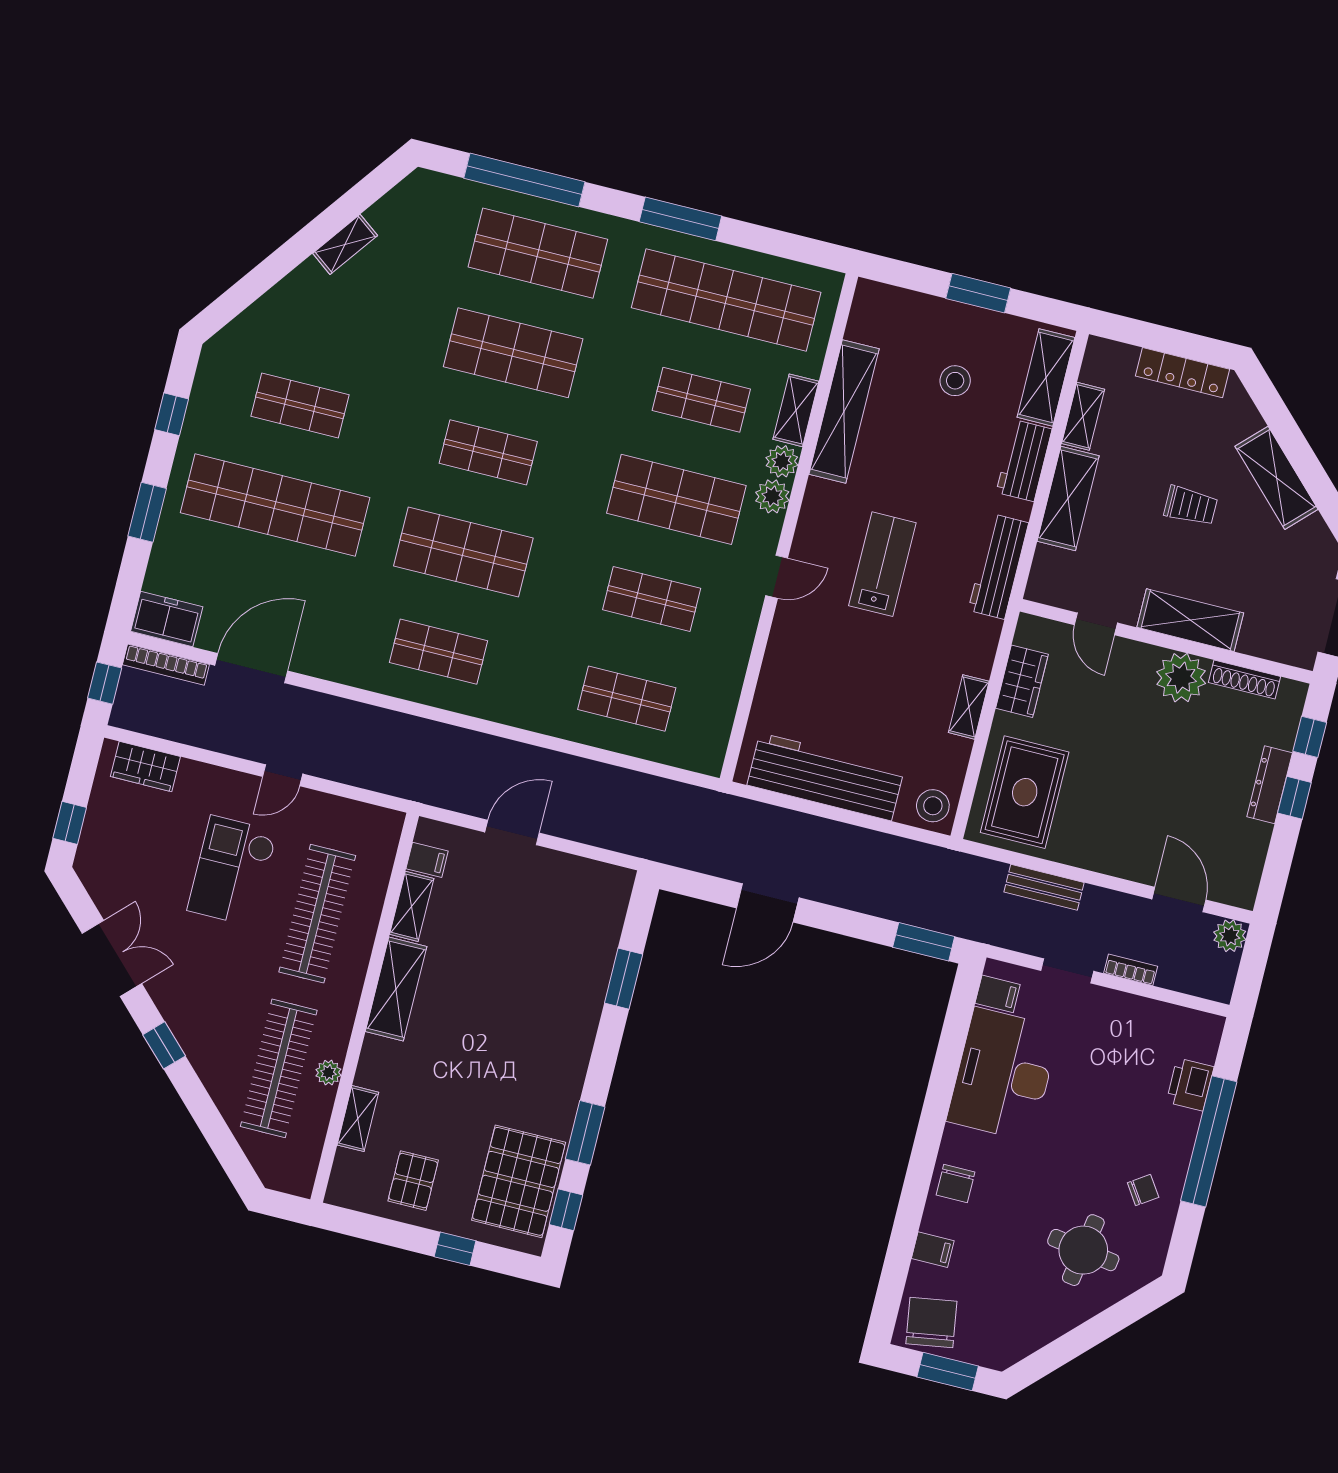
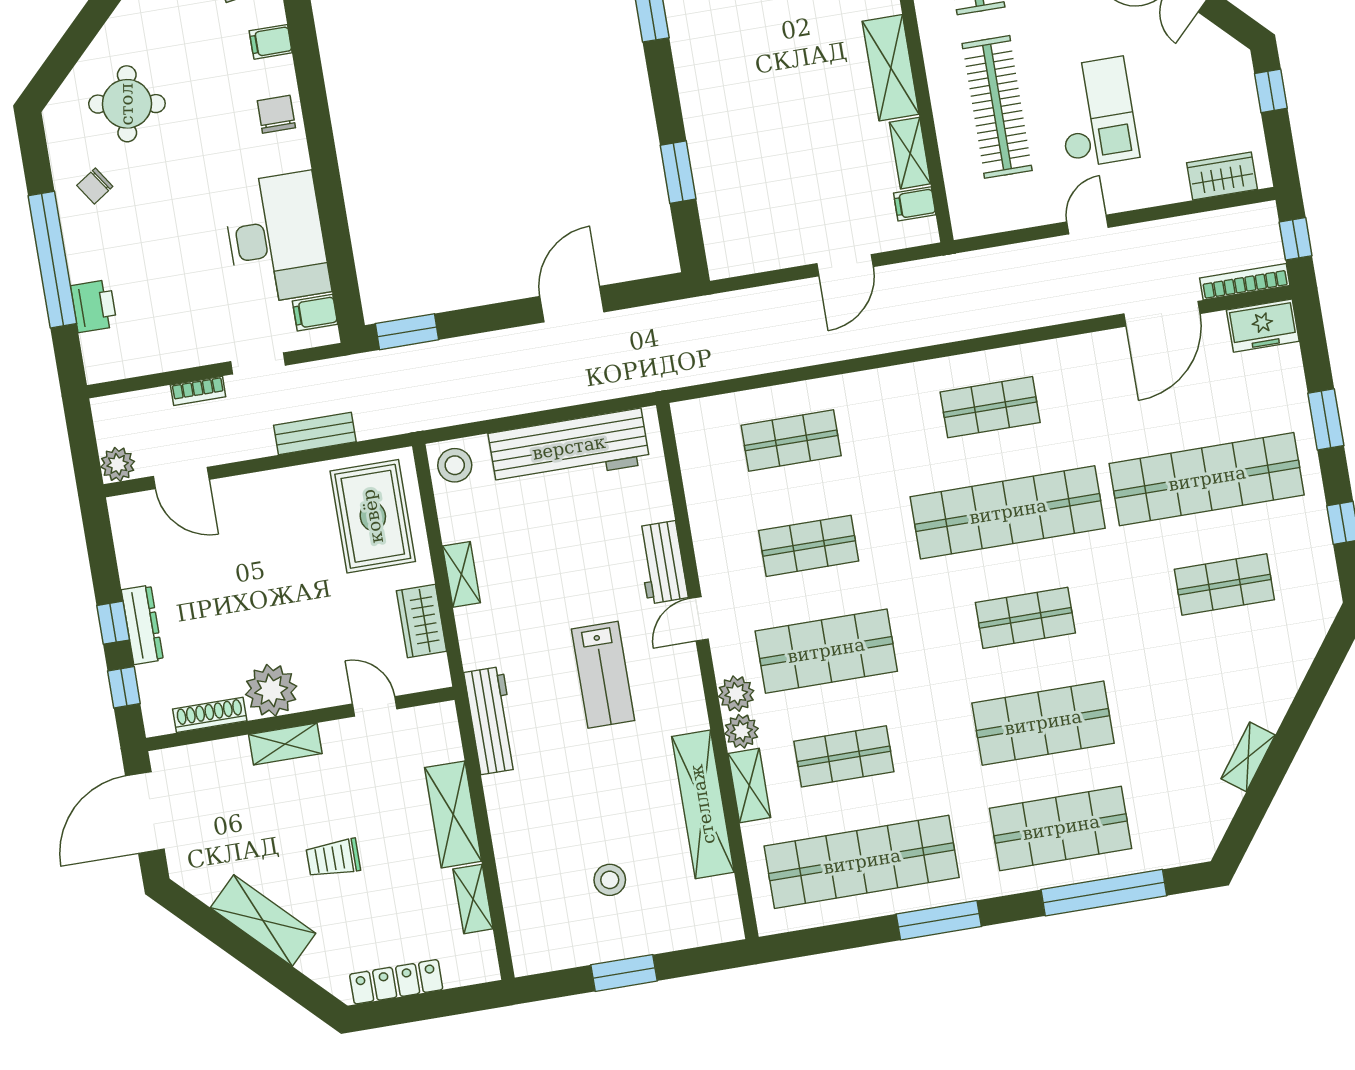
shelving: (1046, 377) -> (524, 921), removed
workbench: (1024, 461) -> (662, 562), moved, turned 180
shop shelf: (463, 552) -> (1008, 512), width x1.40
shelving: (1190, 620) -> (285, 744), width x0.67, depth x0.75

